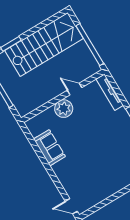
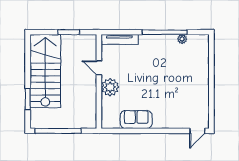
window: (90, 45) -> (69, 32), width x0.47
door: (75, 89) -> (99, 68), hinge flipped

